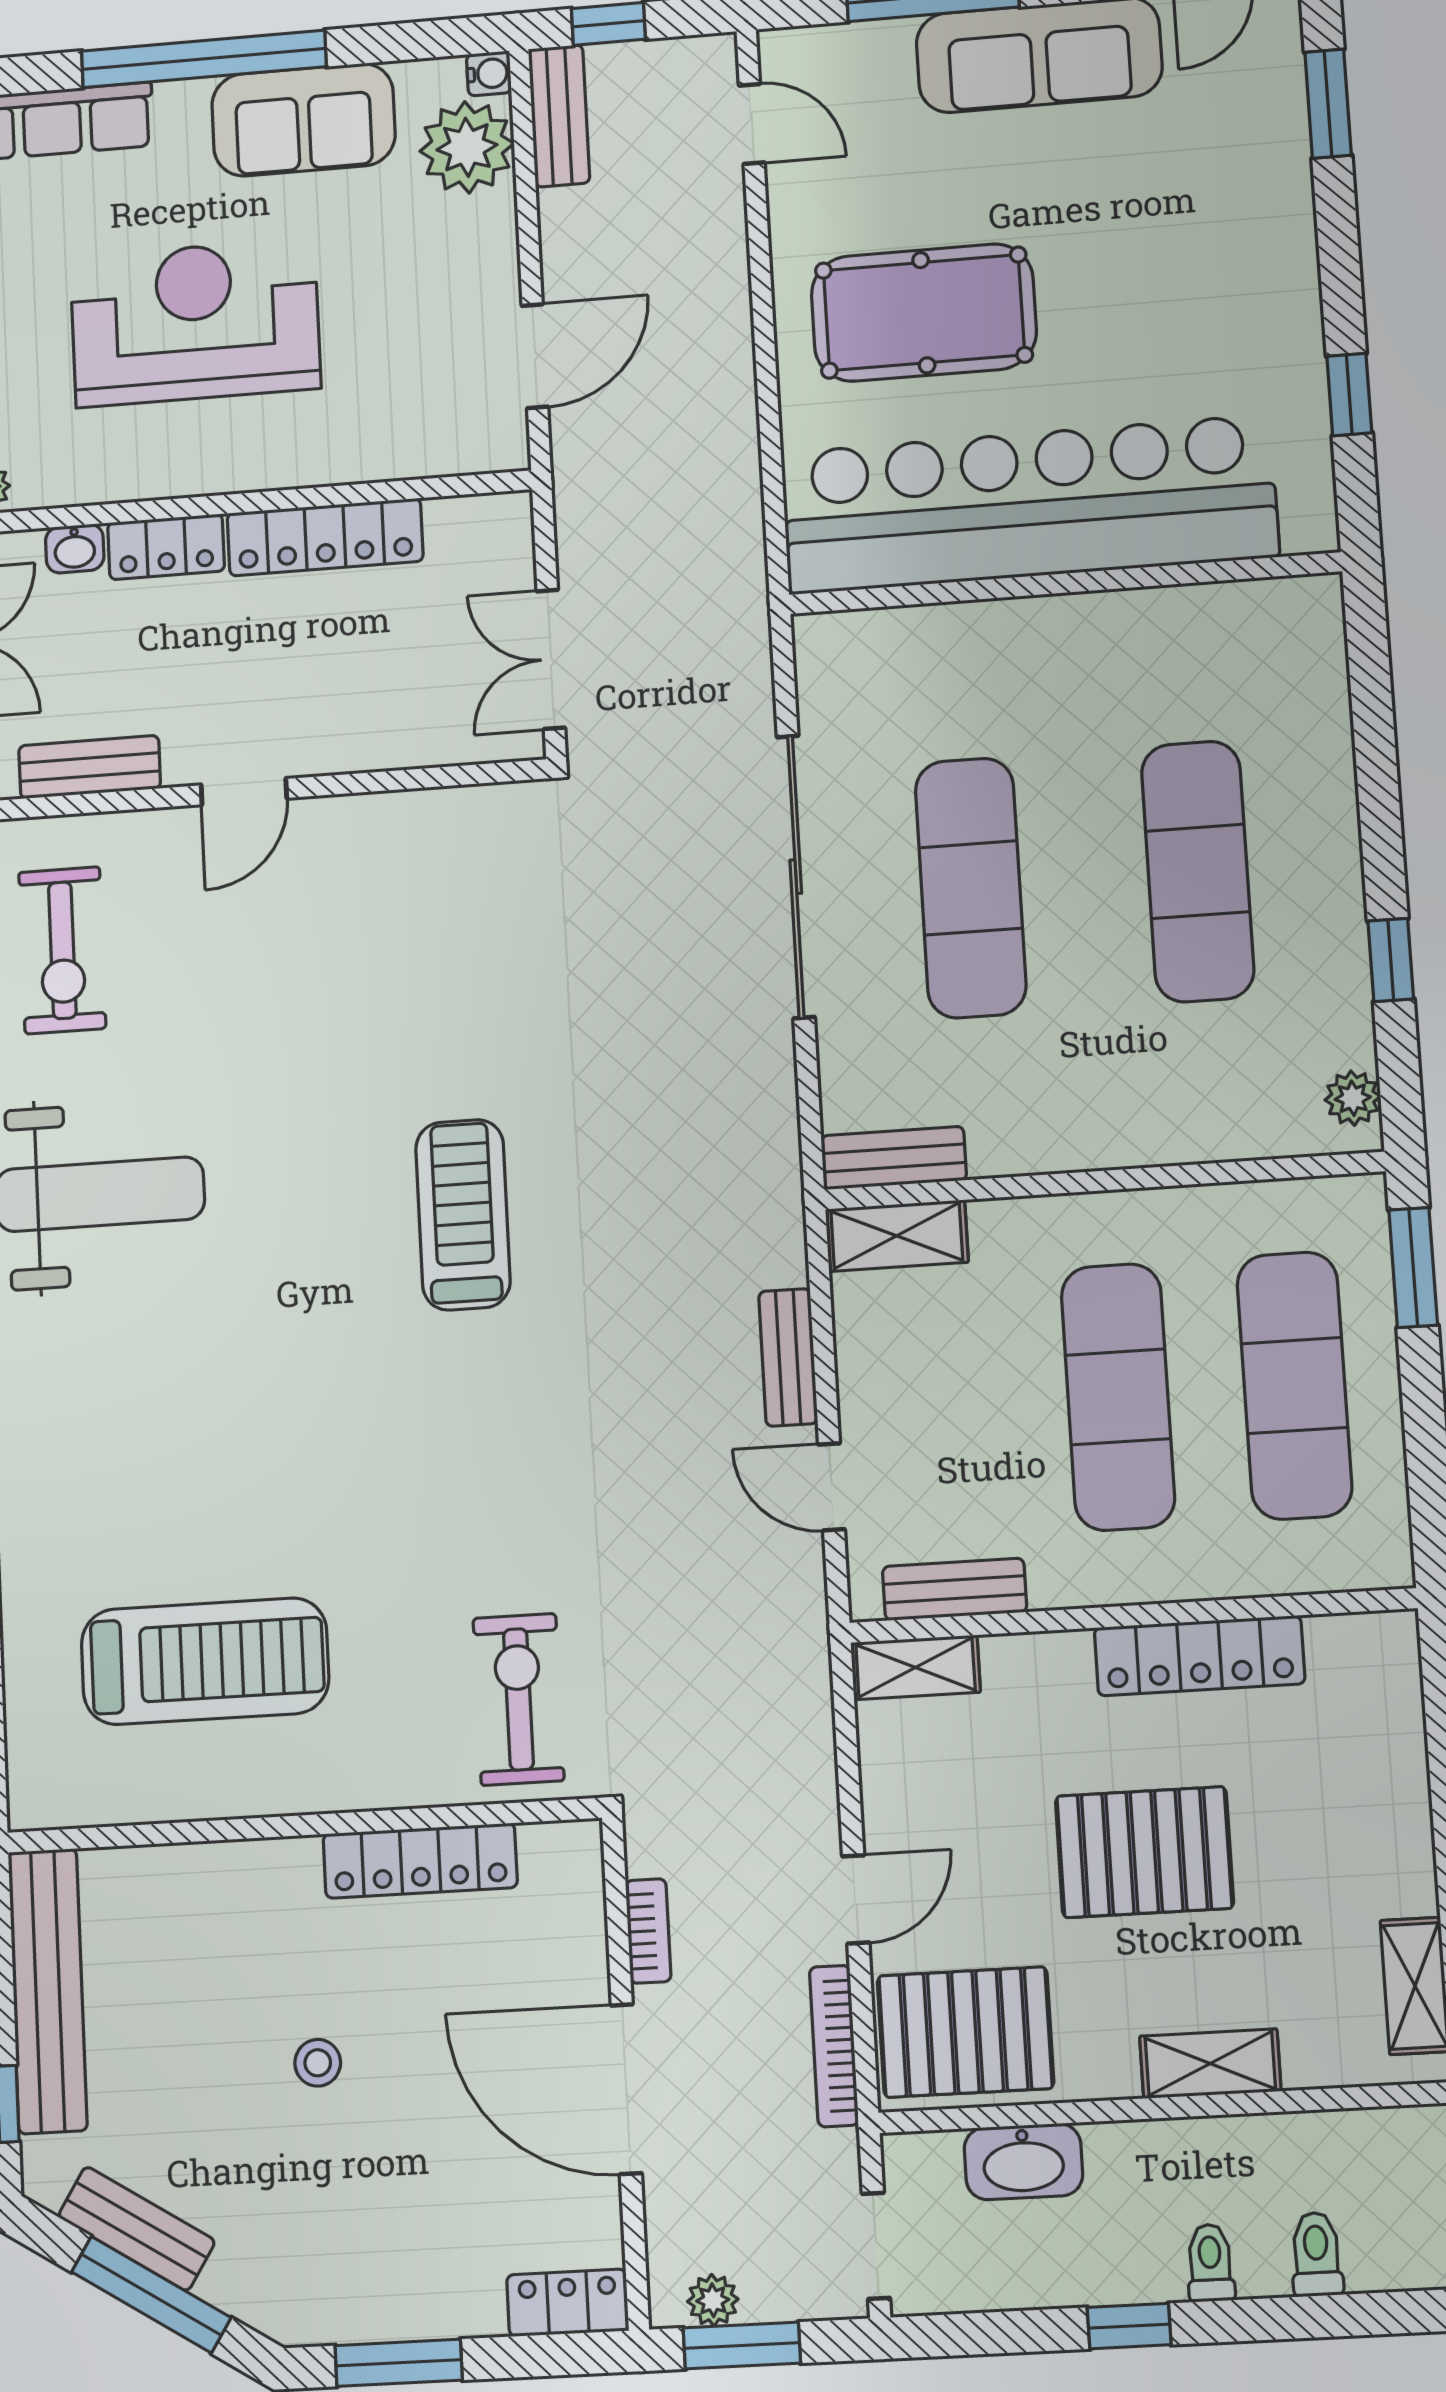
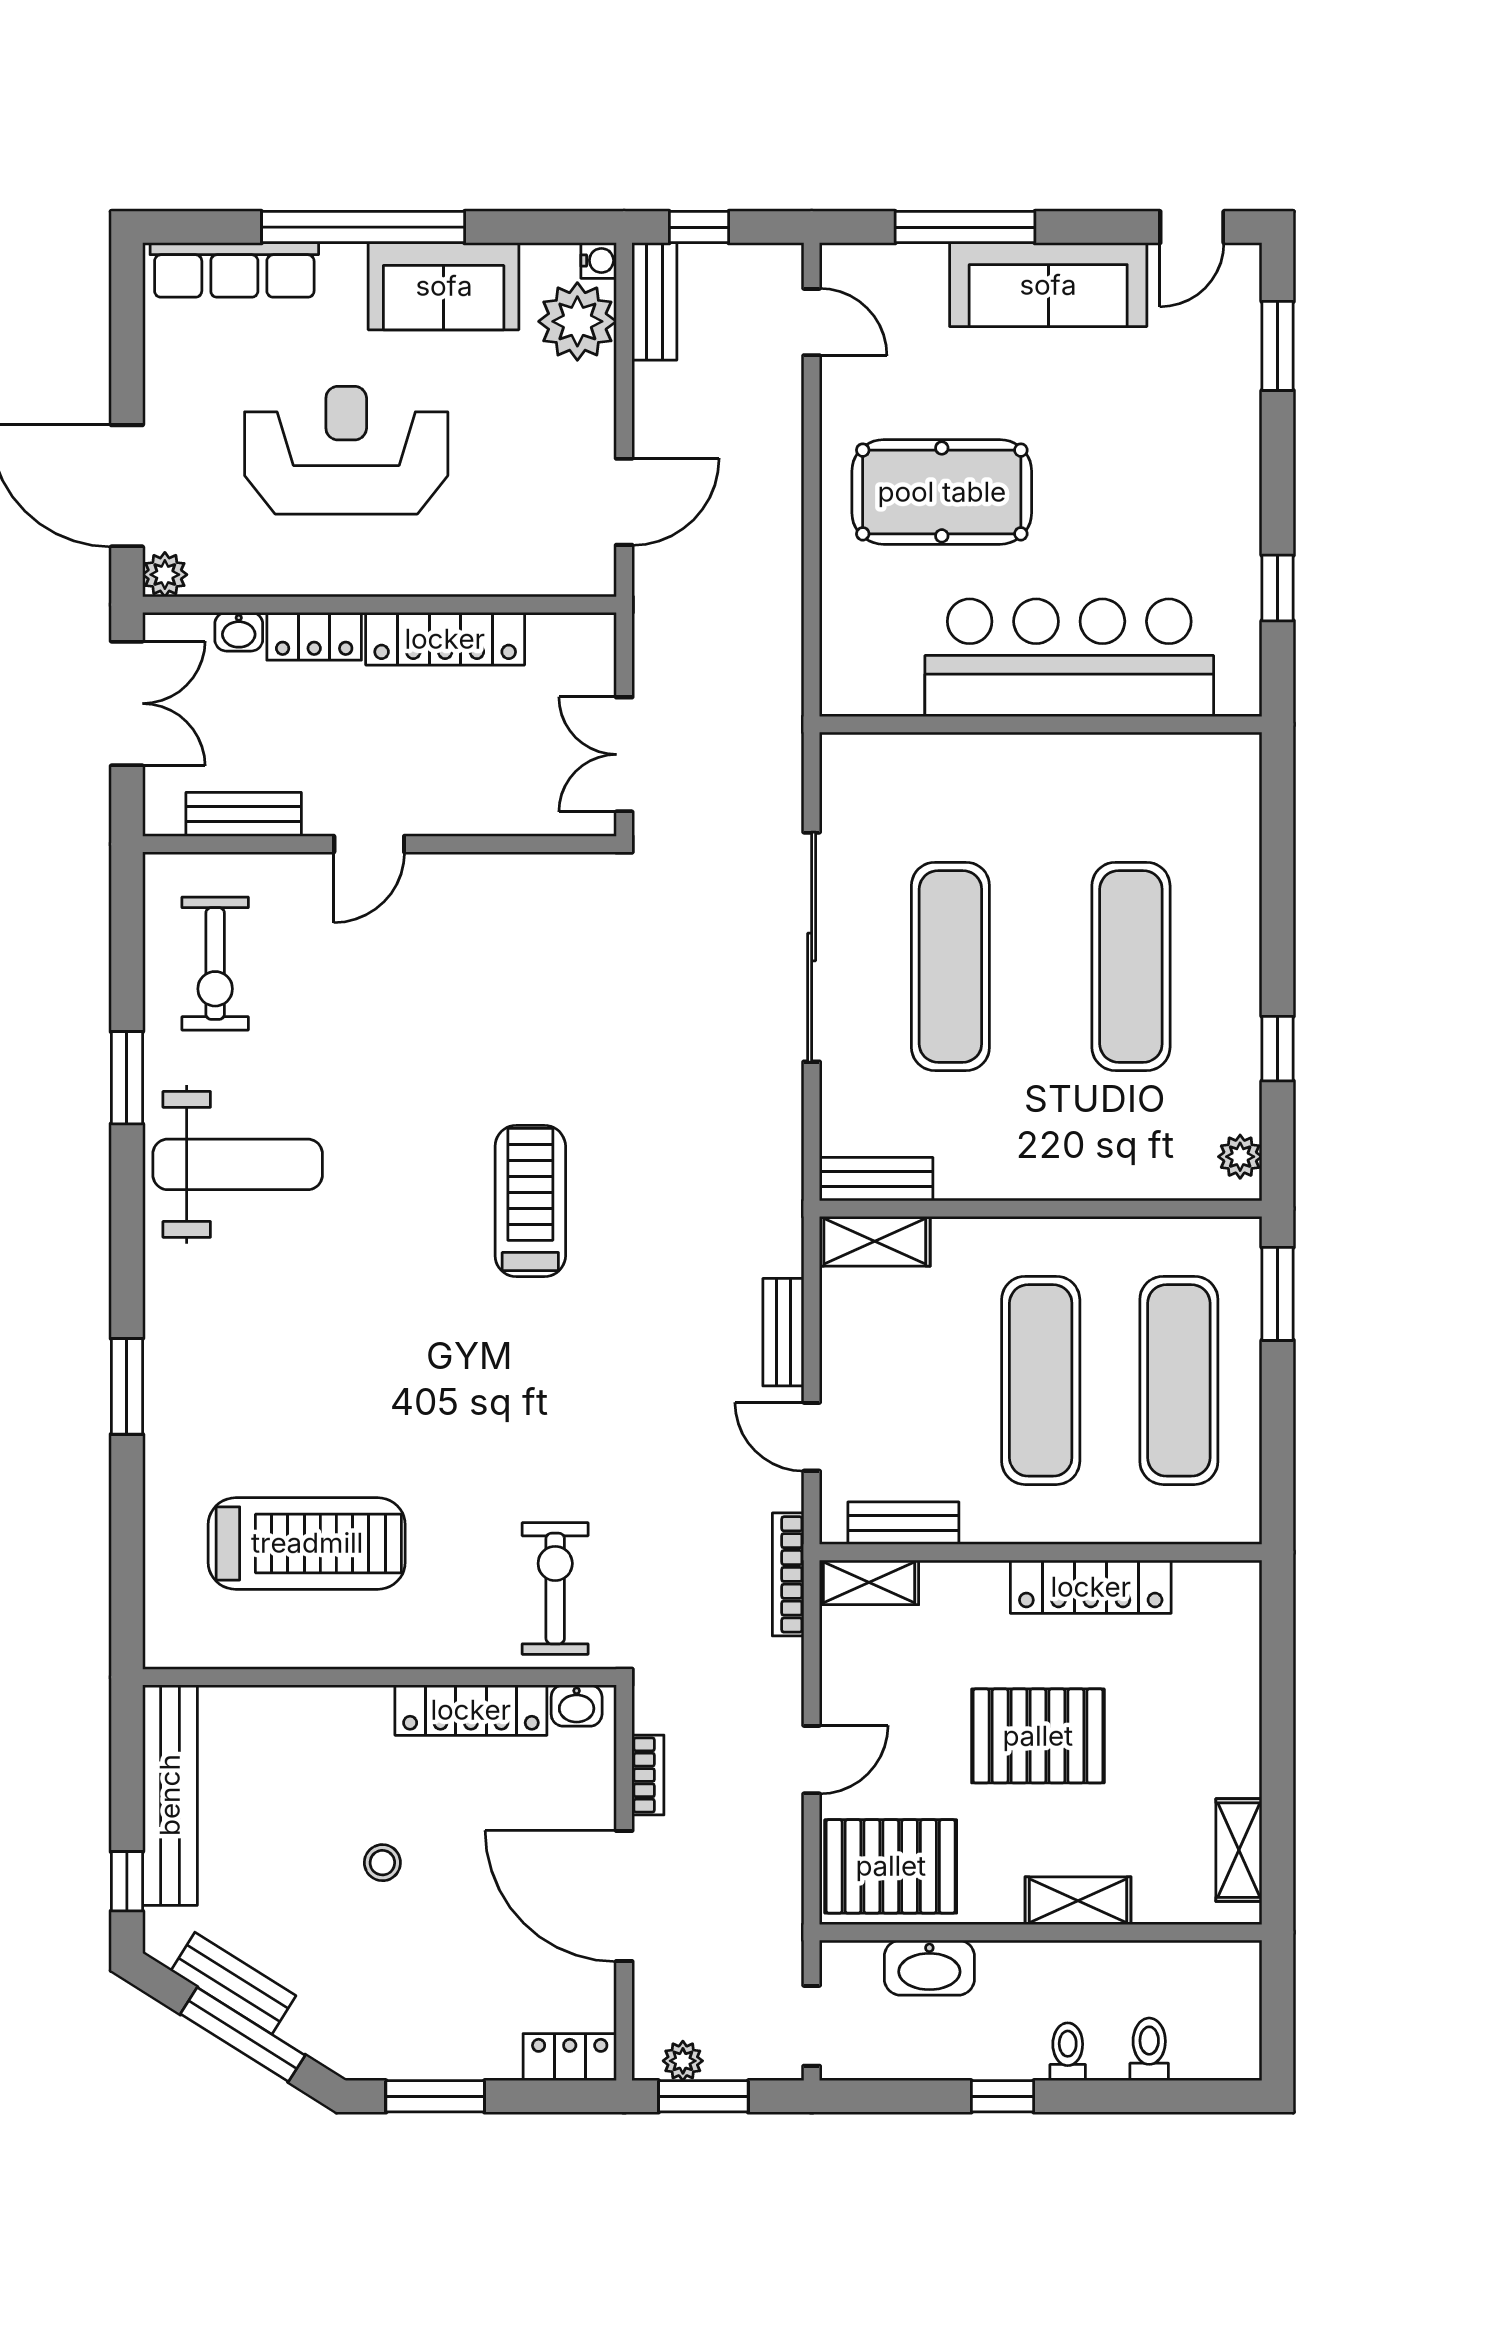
bar counter: (1030, 505) -> (1069, 658), width x0.73
washbasin: (553, 1847) -> (577, 1706), added
bookcase: (834, 2046) -> (788, 1574), moved

